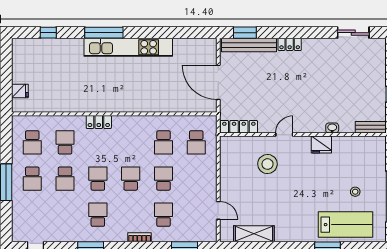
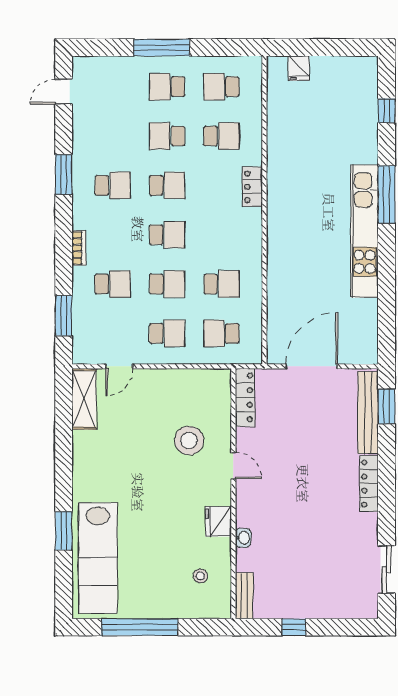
locker: (290, 44) -> (369, 484), width x1.53
school desk: (163, 142) -> (221, 284), turned 180
school desk: (196, 179) -> (167, 333), added
stool: (355, 192) -> (200, 576), moved
lab bench: (346, 225) -> (98, 558), width x1.36
shelving: (254, 234) -> (84, 399), moved

